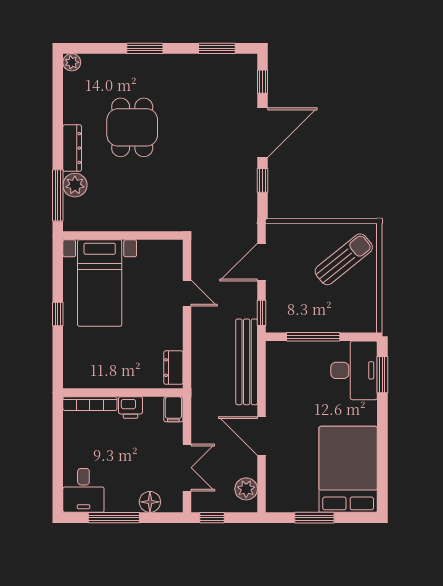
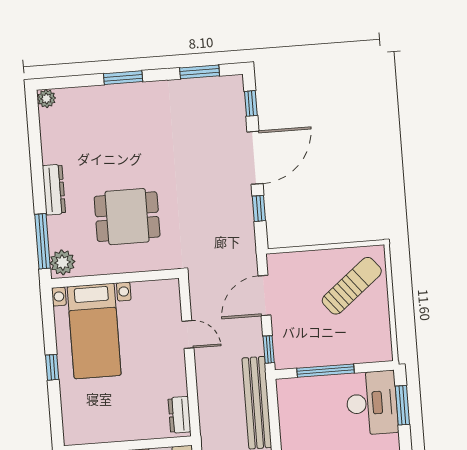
dining table: (132, 127) -> (127, 217), moved, turned 90
plant: (75, 185) -> (62, 262), moved

